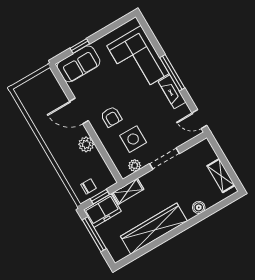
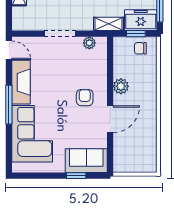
fireplace: (172, 92) -> (21, 82), width x1.37, depth x1.32
door: (79, 111) -> (110, 119), hinge flipped
side table: (133, 139) -> (77, 67), removed

